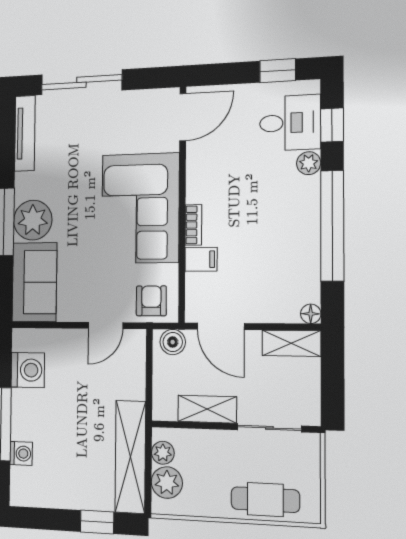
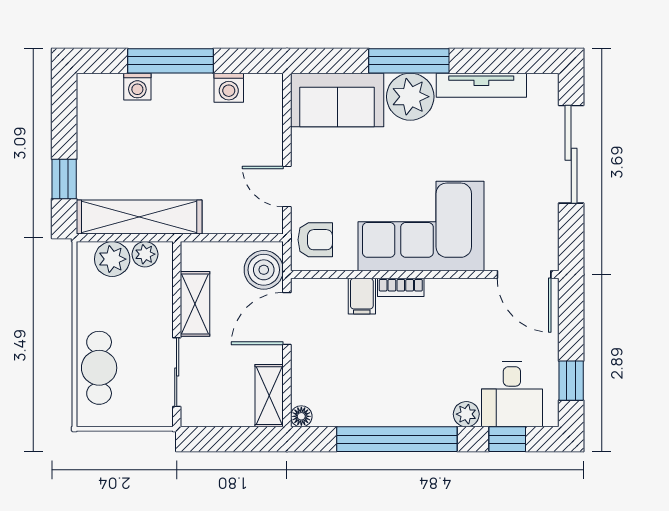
tv unit: (25, 133) -> (481, 85), moved
boiler: (173, 342) -> (264, 270), width x1.36, depth x1.36
washing machine: (28, 370) -> (229, 88), width x0.73, depth x0.73

